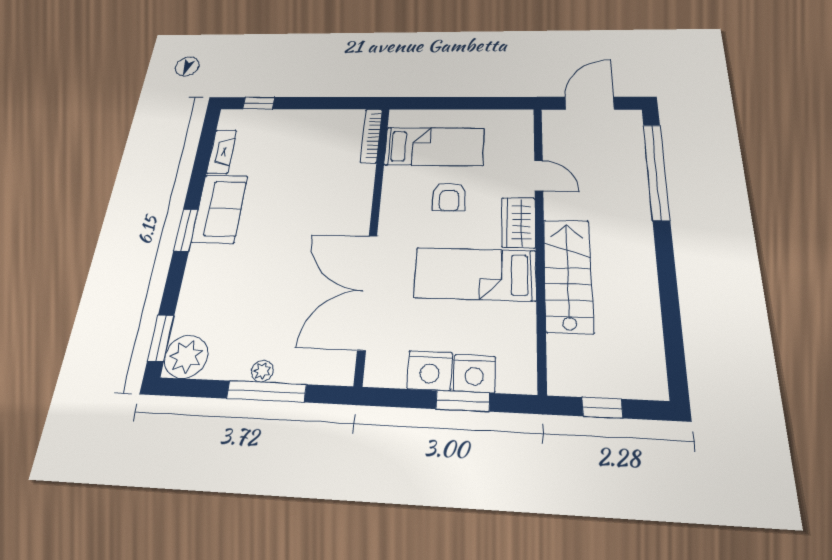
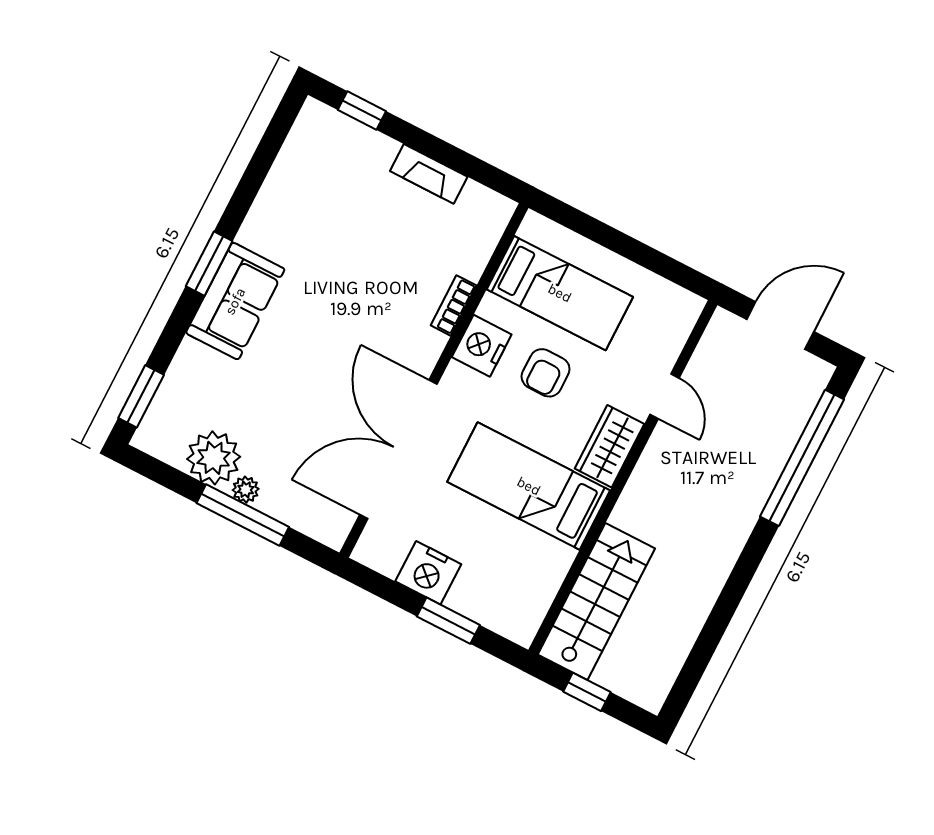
bookcase: (371, 136) -> (454, 305), moved, width x0.64
fireplace: (222, 152) -> (429, 174), moved, turned 90
sofa: (220, 209) -> (235, 301), moved
stairs: (568, 275) -> (596, 601), moved
plant: (186, 357) -> (214, 458), moved
nightstand: (474, 374) -> (482, 346), moved, turned 90

